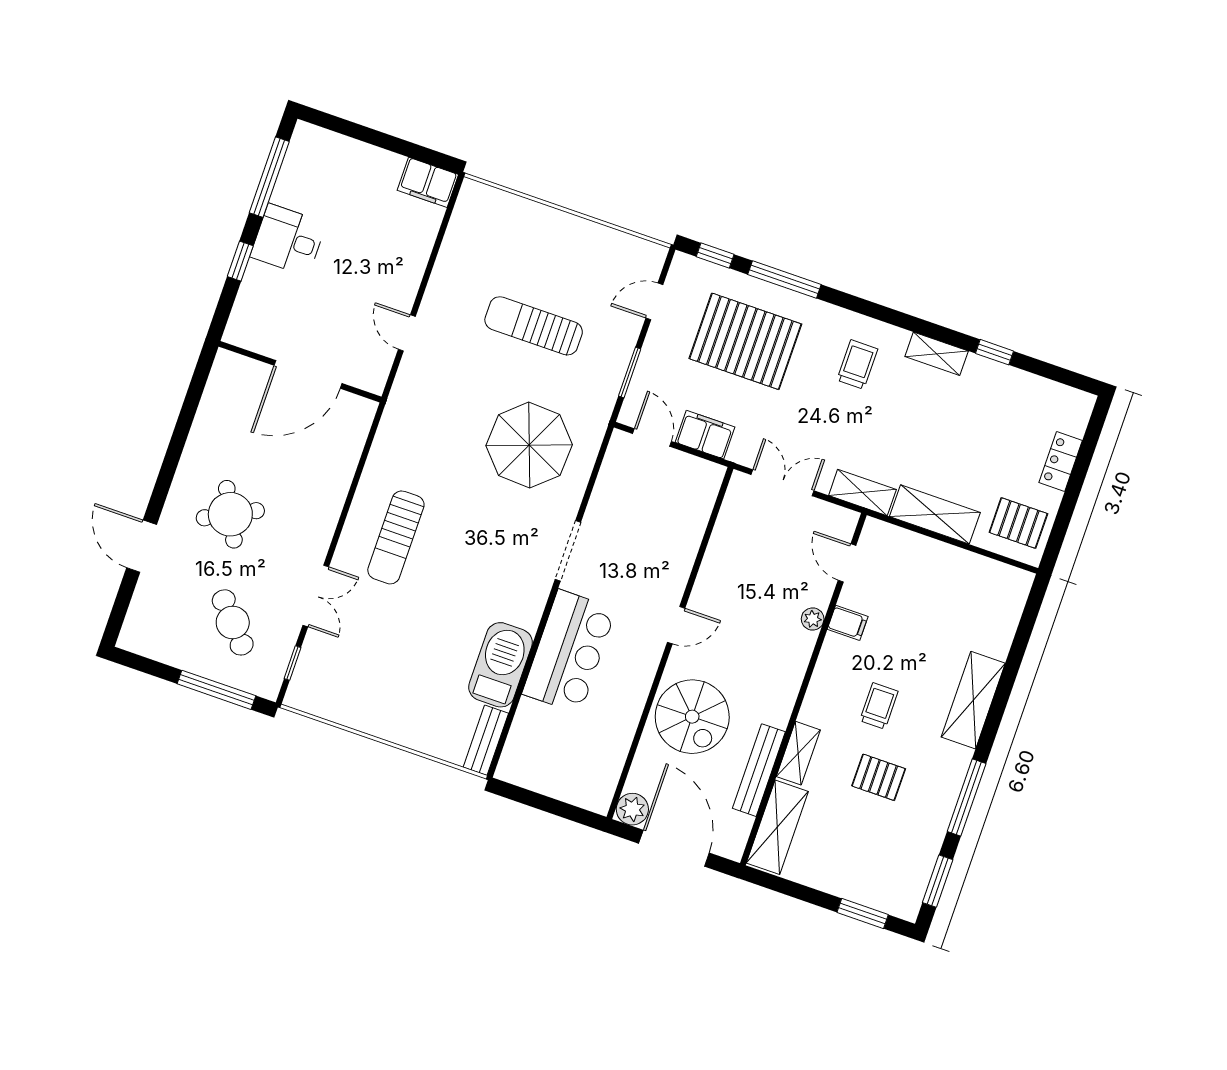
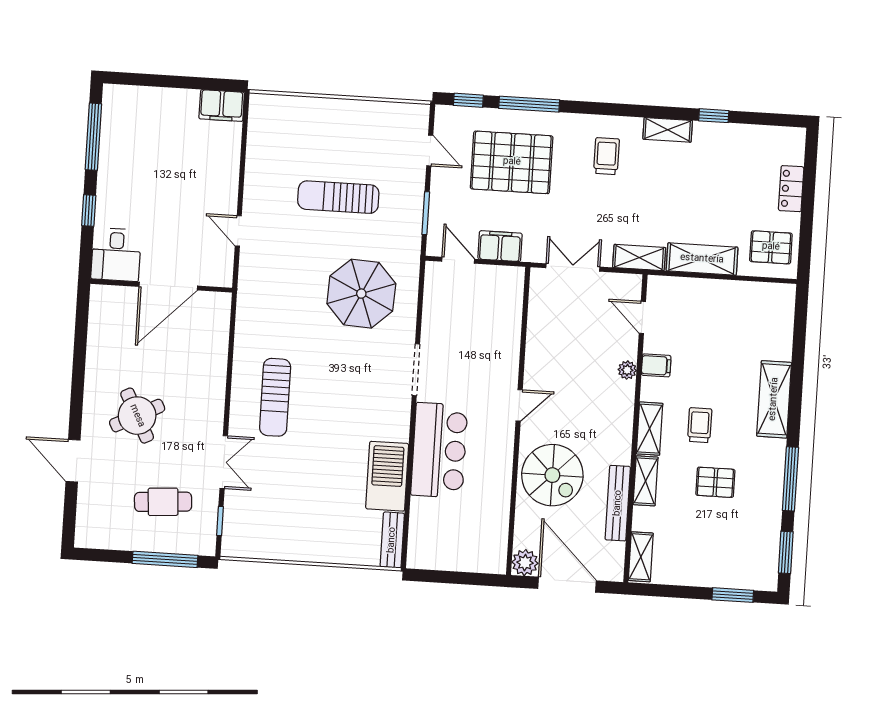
desk: (288, 240) -> (116, 255), moved, turned -90
door: (654, 301) -> (430, 151), swing flipped
cafe table: (233, 622) -> (163, 502), turned -53
shelving: (820, 694) -> (650, 429), added
shelving: (777, 827) -> (641, 557), width x0.67, depth x0.75

